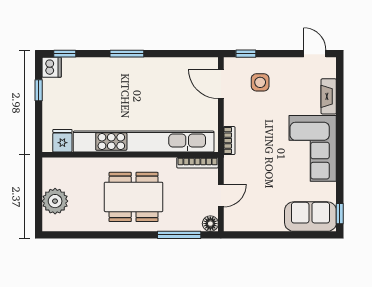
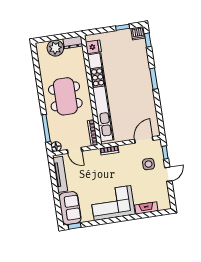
door: (315, 54) -> (168, 174), moved
dresser: (50, 172) -> (73, 42), added
tv unit: (255, 224) -> (60, 174), added

